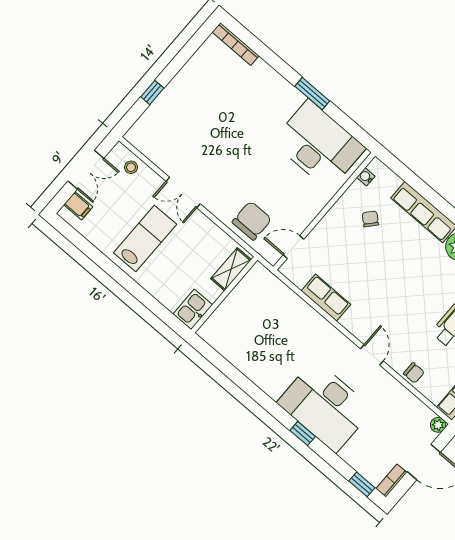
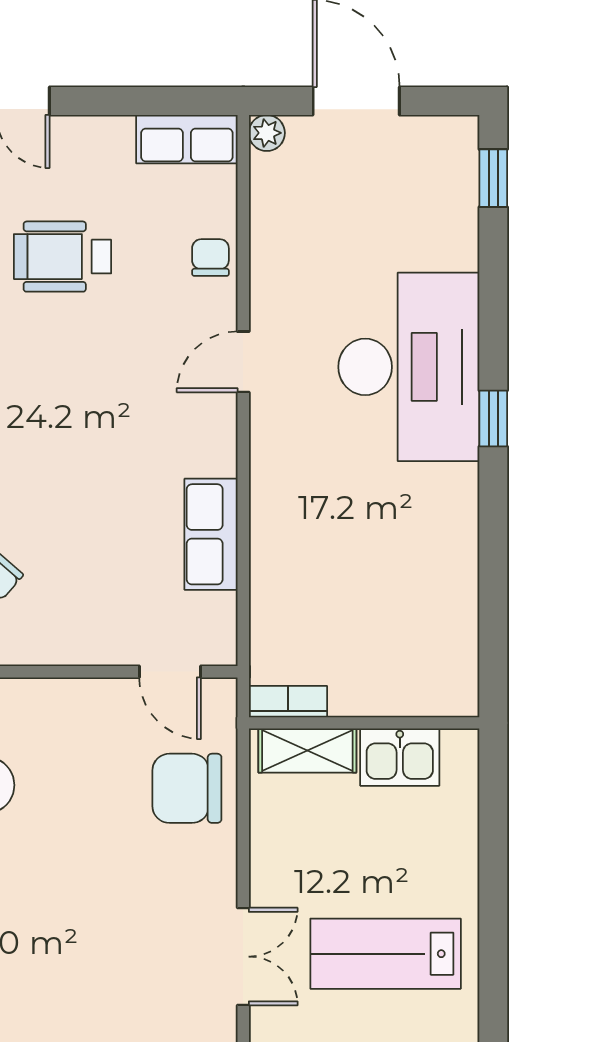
kitchen sink: (193, 309) -> (400, 757), moved
window: (303, 433) -> (493, 418), moved
bookcase: (392, 481) -> (288, 702), moved, turned 180

